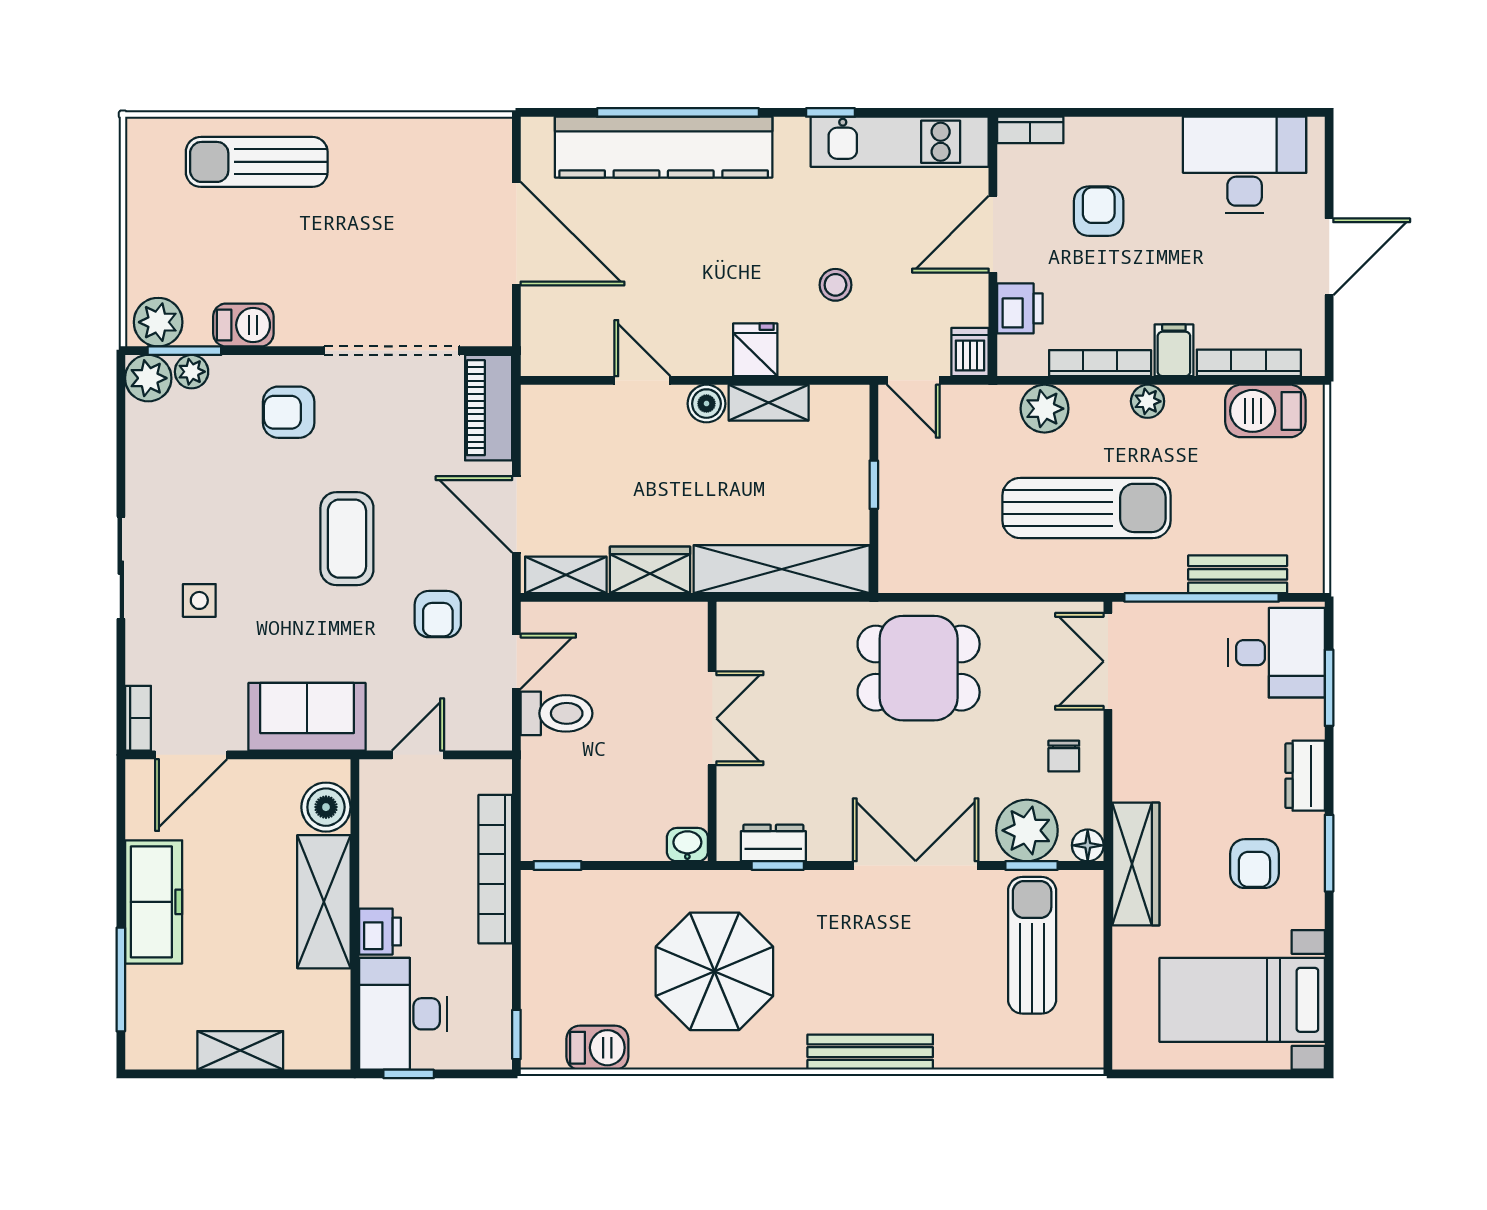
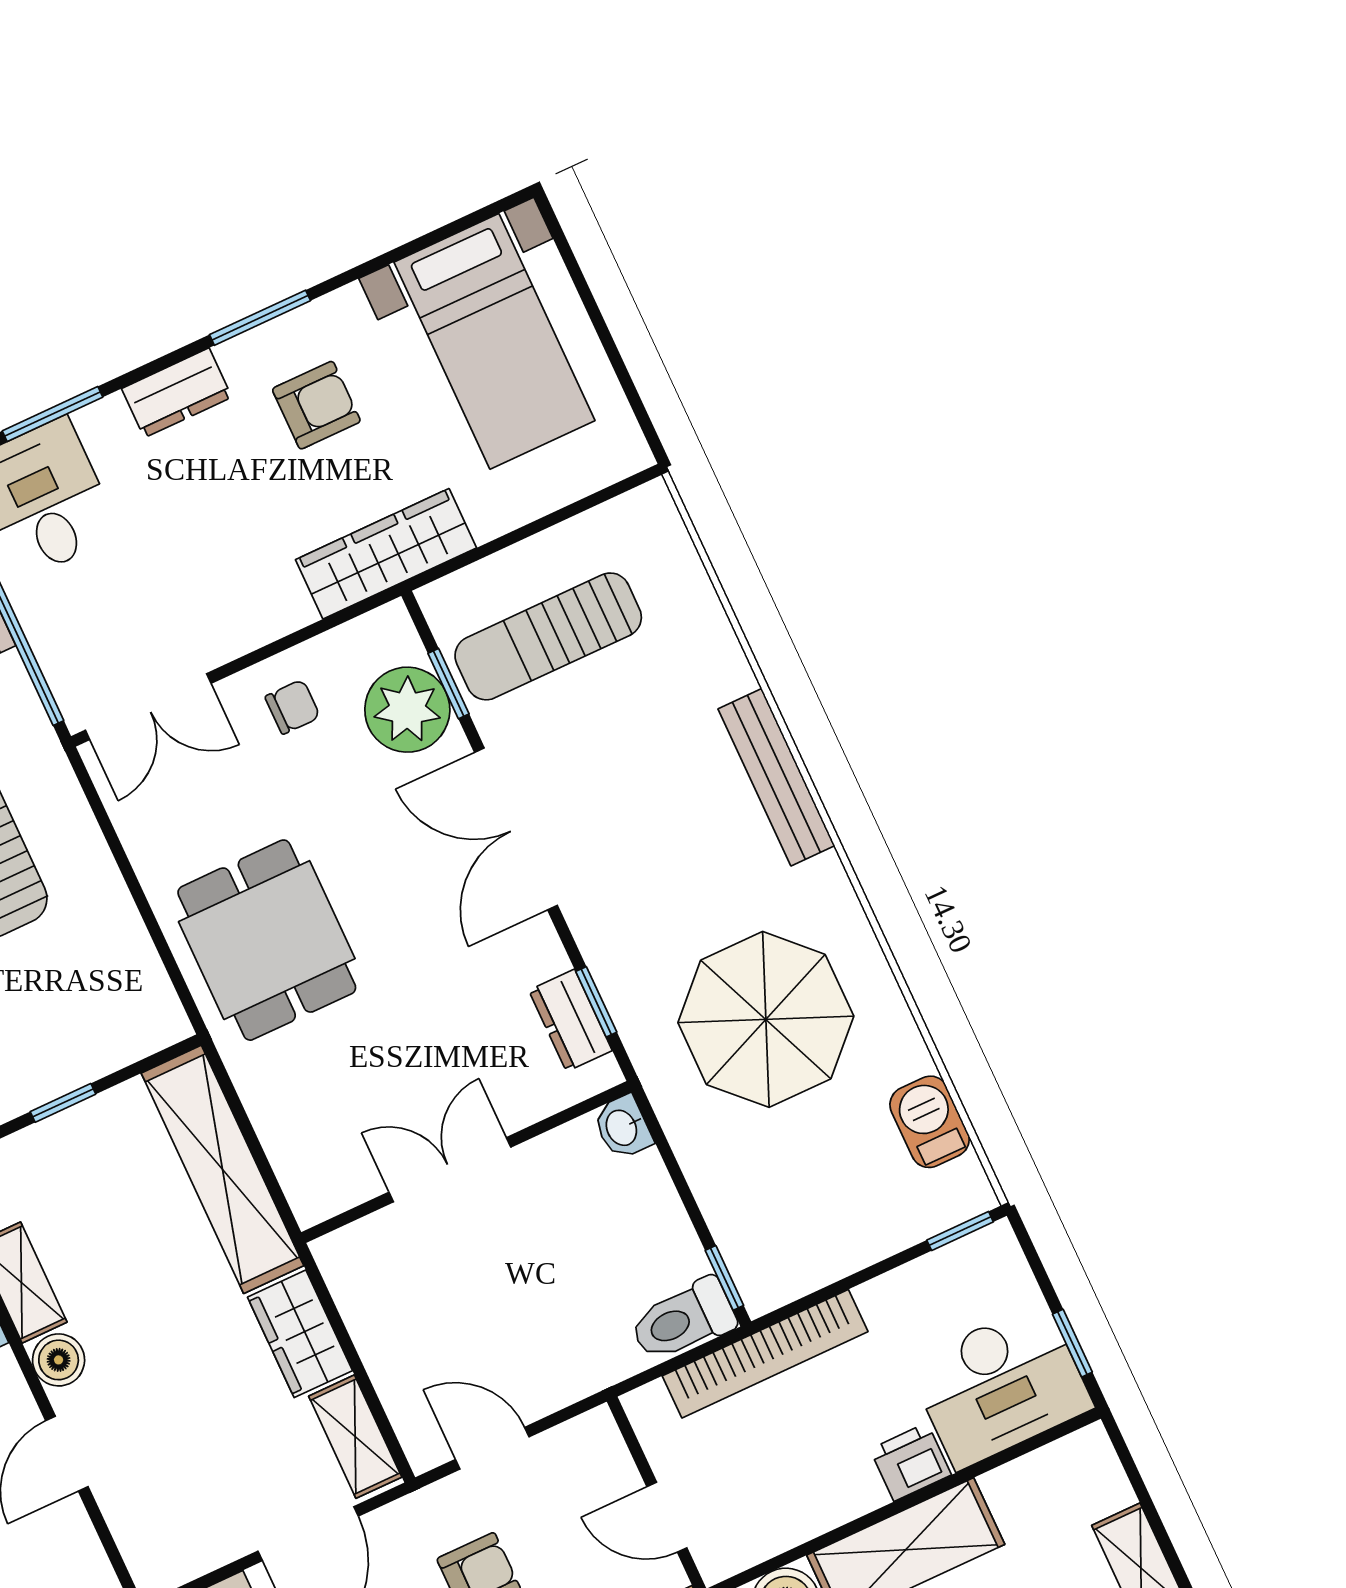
toilet: (557, 713) -> (683, 1320), moved, turned -90
floor lamp: (1088, 845) -> (391, 625), removed

